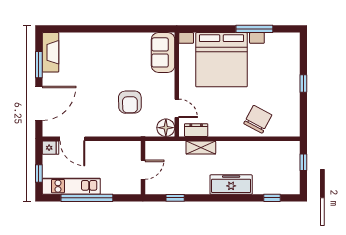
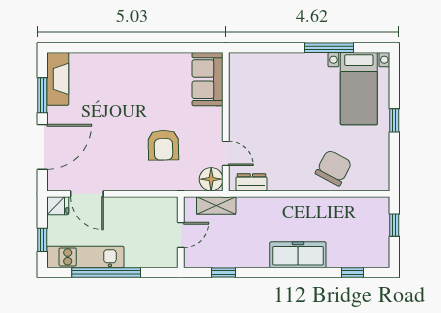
bed with nightstands: (222, 60) -> (359, 89), moved, width x0.54
shelving: (201, 147) -> (216, 205), moved

